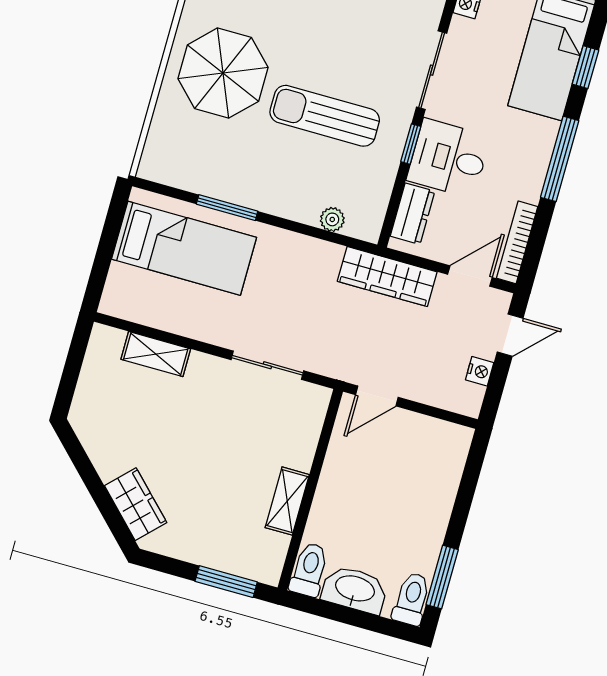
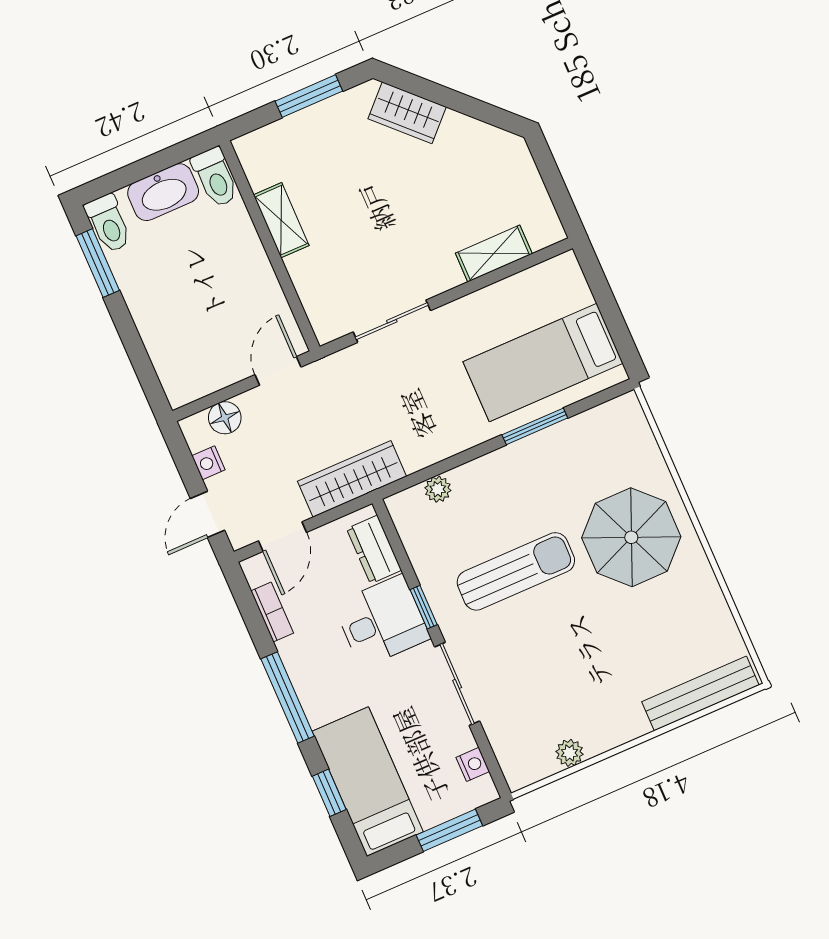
bookcase: (517, 242) -> (272, 612), width x0.64
floor lamp: (442, 394) -> (225, 418), added
window: (226, 582) -> (309, 96), moved

